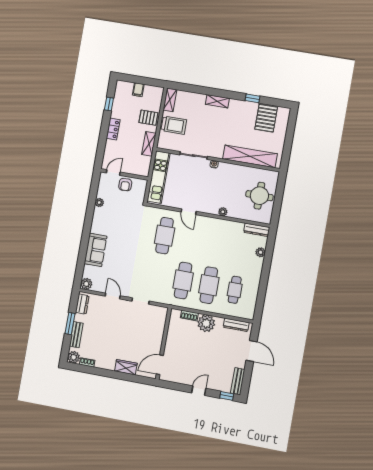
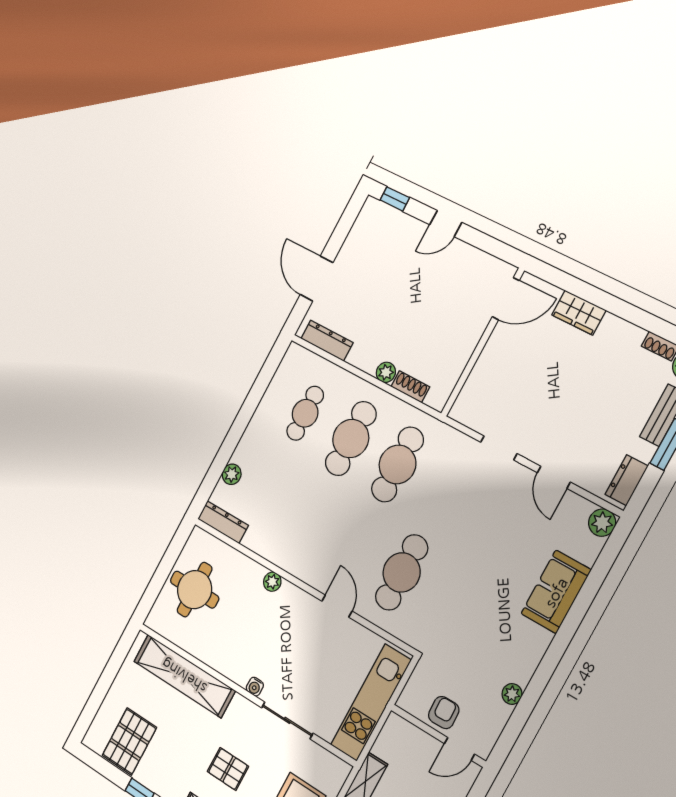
pallet: (214, 125) -> (228, 769), added
plant: (206, 323) -> (386, 372), width x0.53, depth x0.53
bench: (238, 381) -> (364, 224), removed

